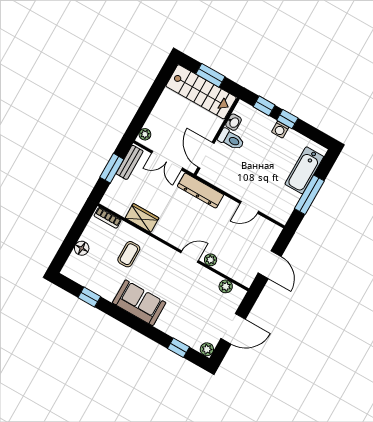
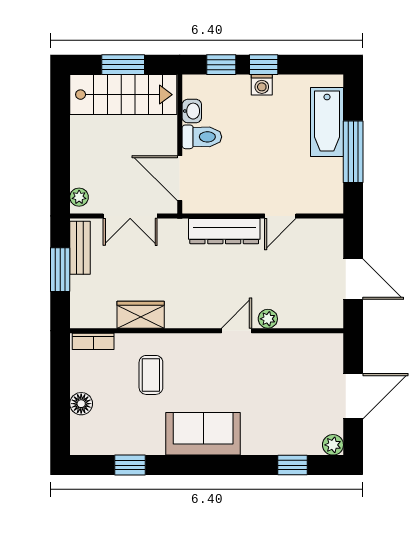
dresser: (201, 191) -> (224, 231), moved
plant: (226, 286) -> (310, 344), removed

